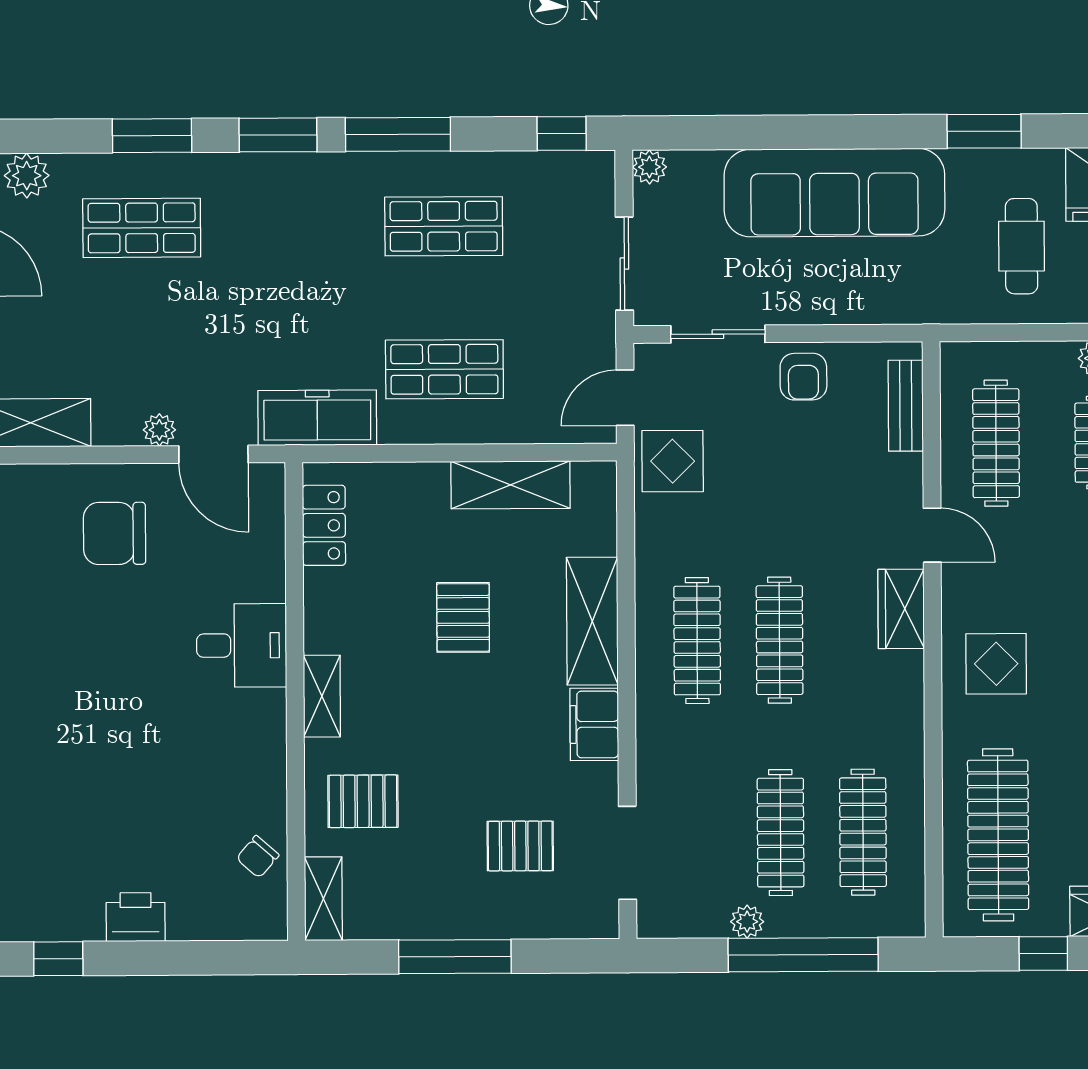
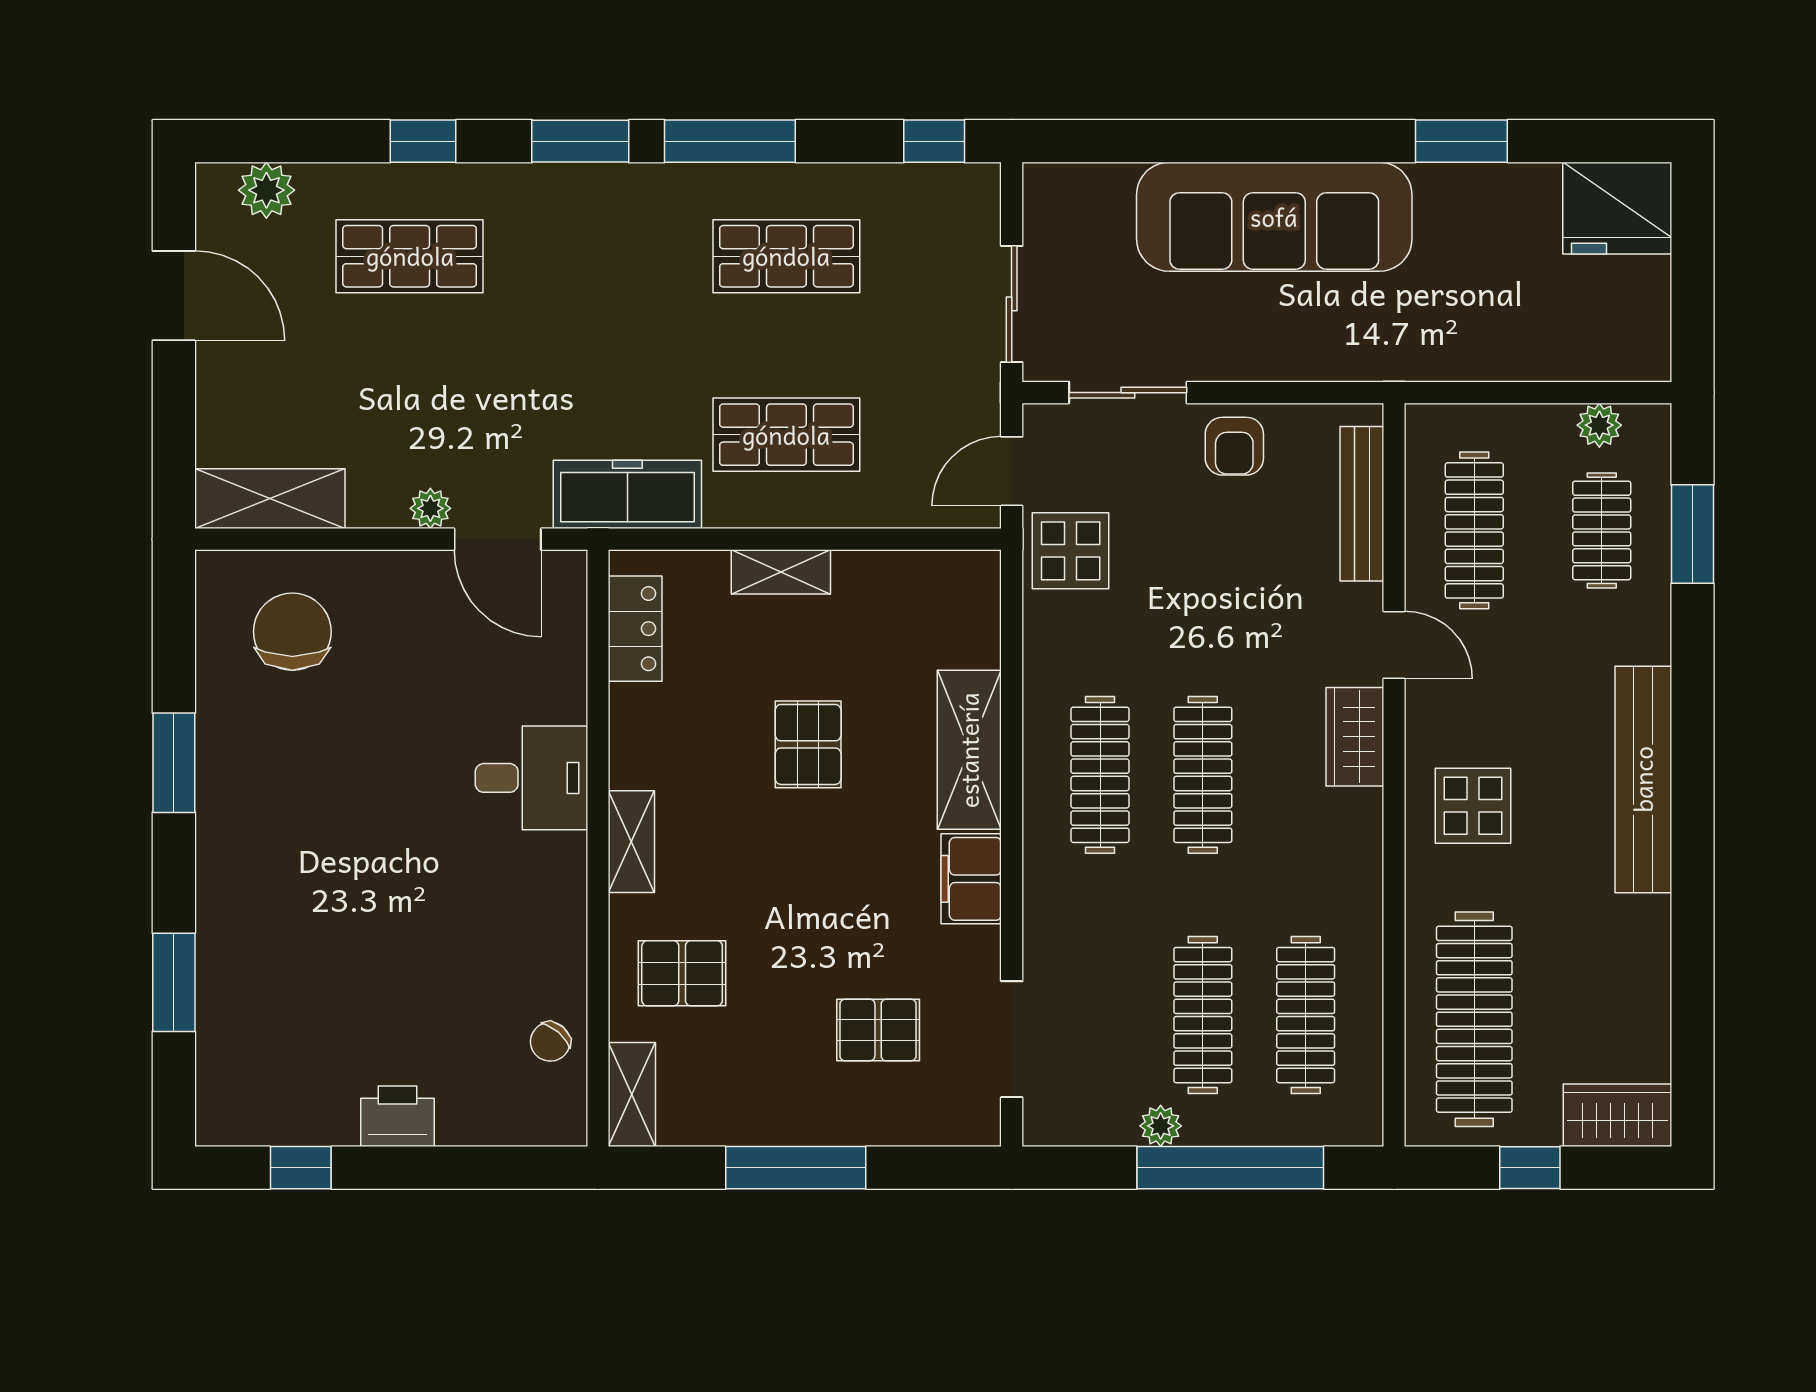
window: (152, 136) -> (423, 141), width x0.67
plant: (649, 167) -> (1044, 184), removed
cafe table: (1021, 246) -> (1507, 285), removed
bench: (906, 406) -> (1362, 504), width x1.36
shelving: (511, 485) -> (781, 572), moved, width x0.67, depth x0.75
chair: (115, 533) -> (292, 632), moved, turned 90

